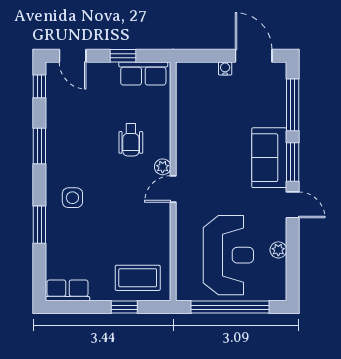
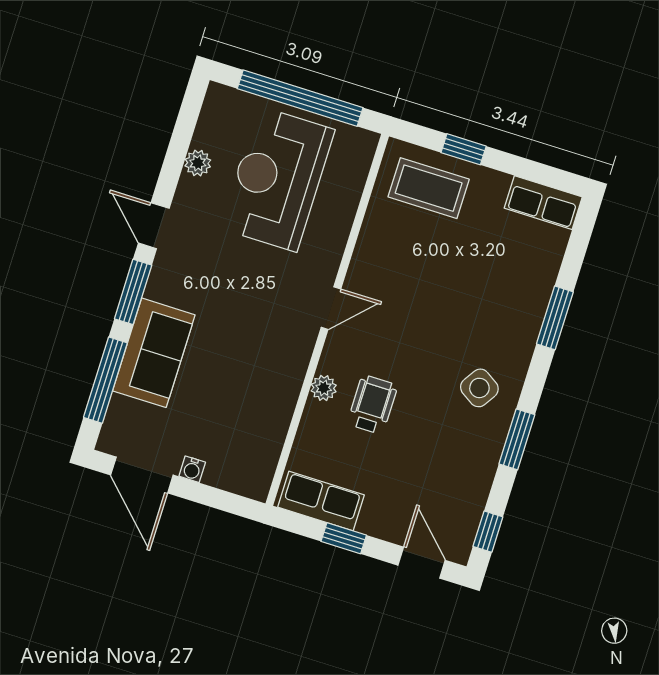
sofa: (269, 158) -> (154, 353), moved
plant: (163, 167) -> (324, 388), moved
side table: (72, 198) -> (479, 388), moved, turned 33

